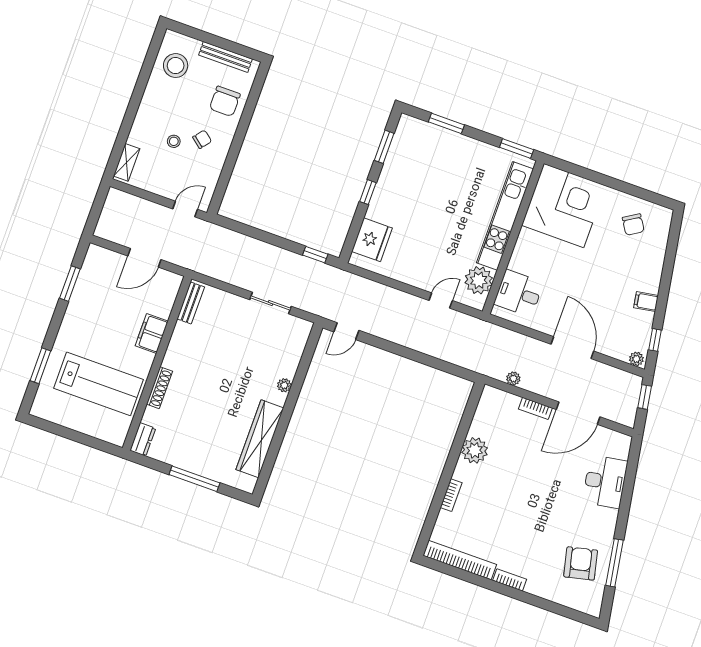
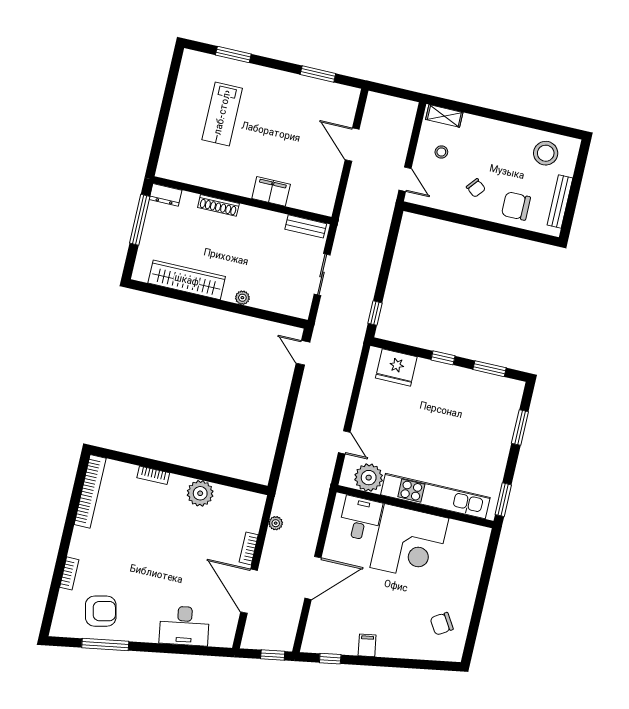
stool: (174, 141) -> (441, 152), moved
corner desk: (564, 205) -> (409, 543), moved
bench: (191, 303) -> (306, 226), moved
filing cabinet: (152, 333) -> (271, 191), moved
plant: (636, 359) -> (309, 643), removed
wall: (157, 363) -> (242, 200), moved
lab bench: (98, 384) -> (222, 114), width x0.73, depth x0.72
shoe rack: (160, 388) -> (218, 205), moved
dresser: (143, 439) -> (165, 195), moved
bookcase: (510, 580) -> (69, 573), moved

